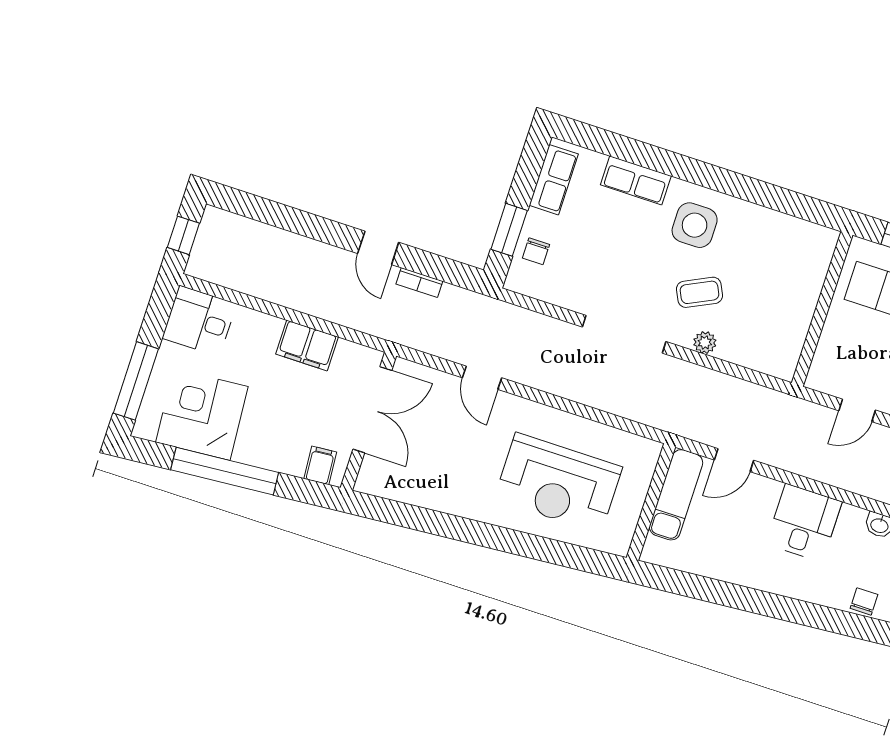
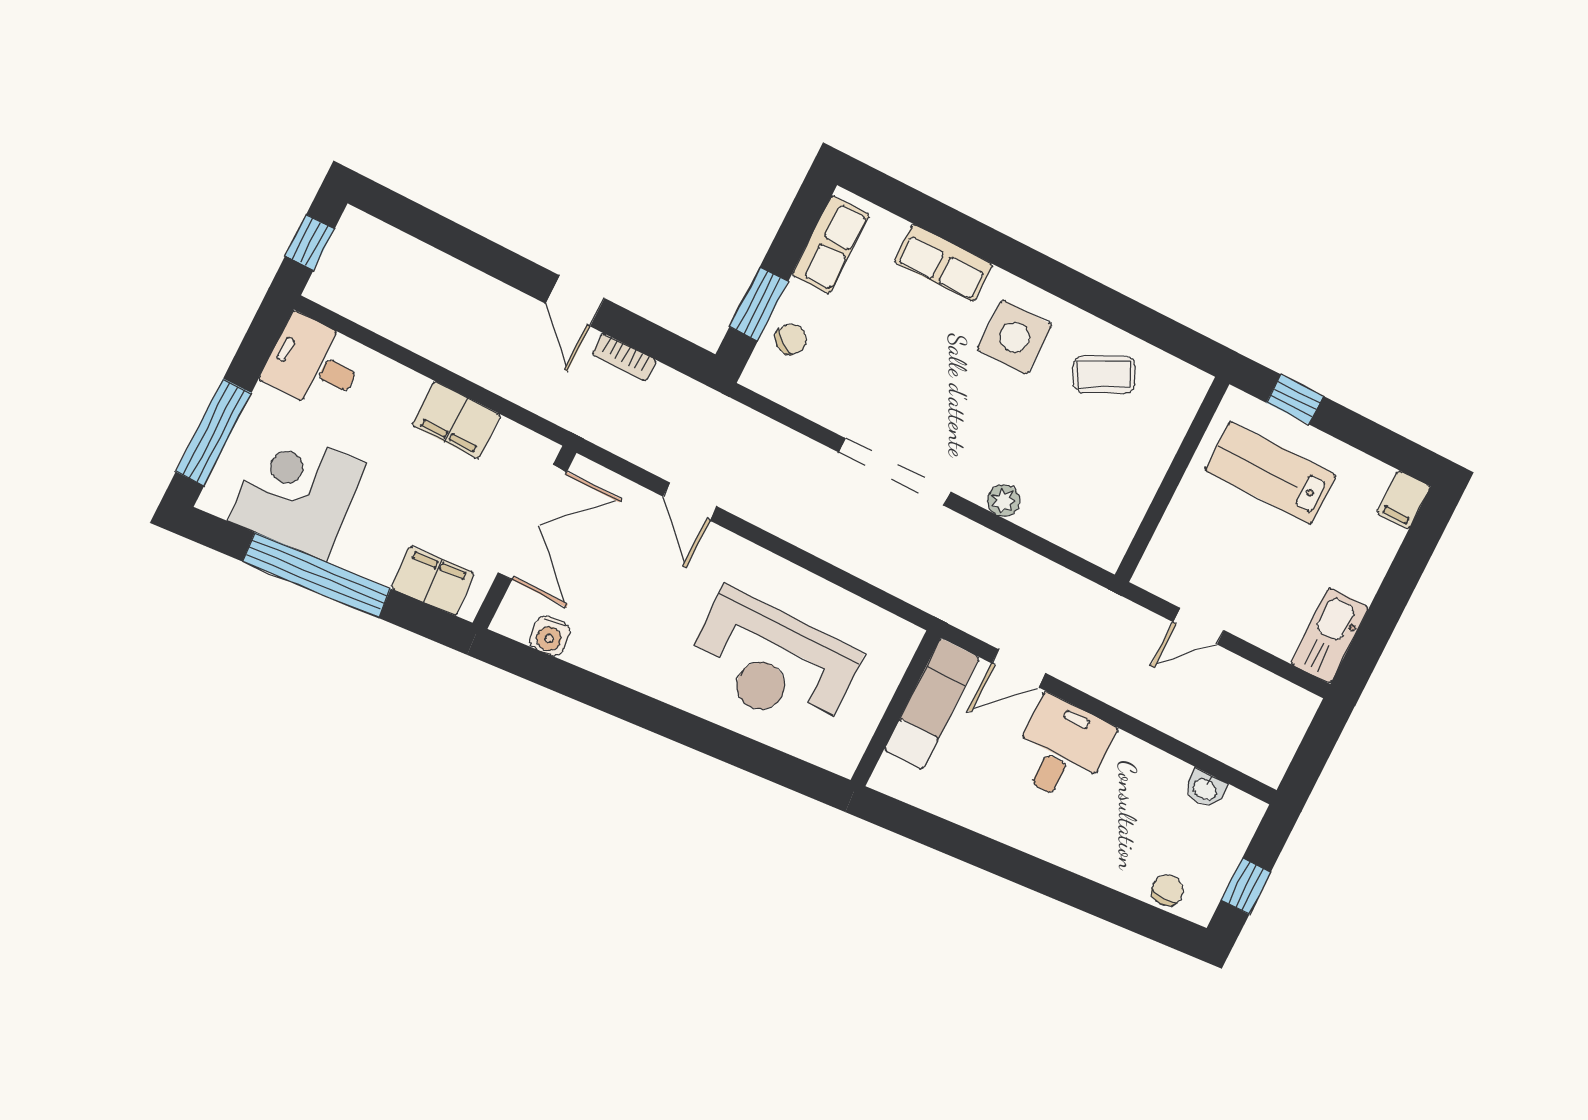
chair: (536, 251) -> (791, 339), turned -143
coffee table: (699, 292) -> (1104, 375), moved
filing cabinet: (320, 465) -> (433, 581), width x2.00
water cooler: (397, 489) -> (550, 636), added
desk: (804, 523) -> (1062, 749), moved

